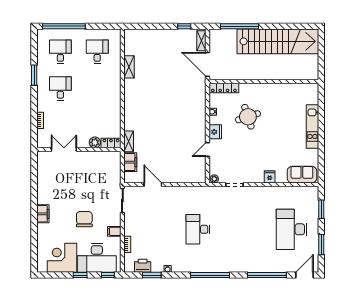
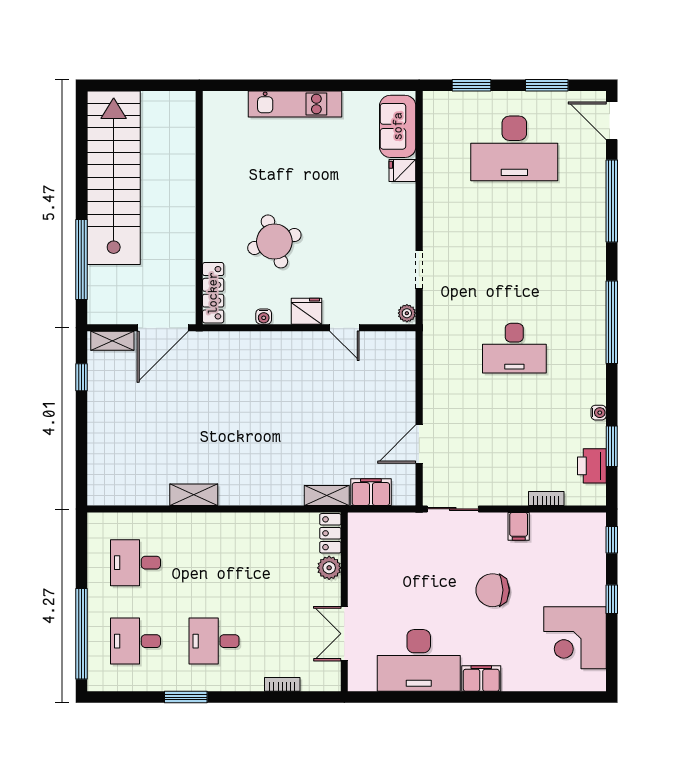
shelving: (129, 67) -> (194, 495), moved
fridge: (270, 177) -> (402, 171), moved
desk: (97, 258) -> (419, 660), moved, turned 90

